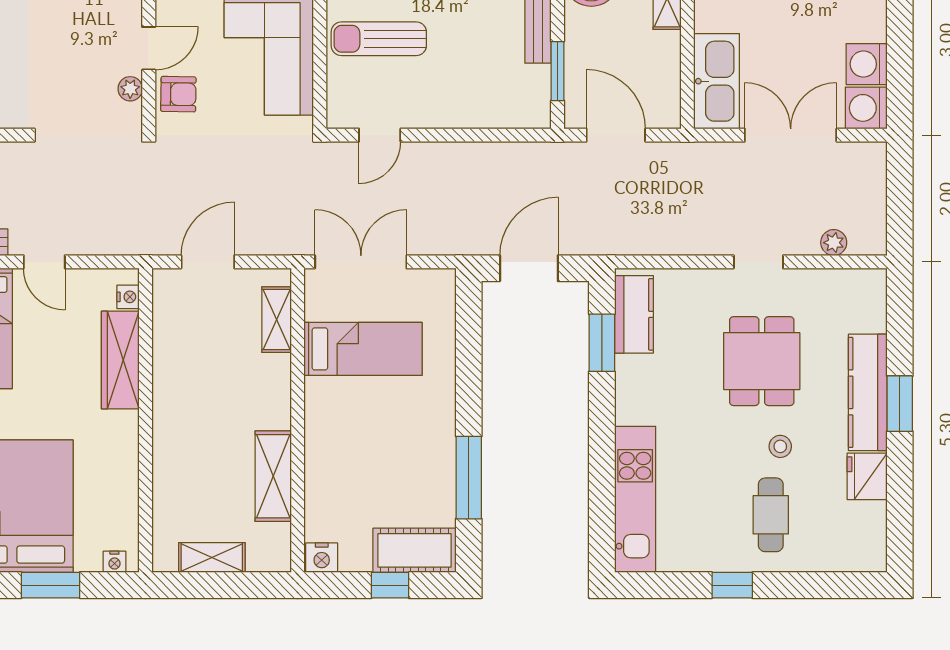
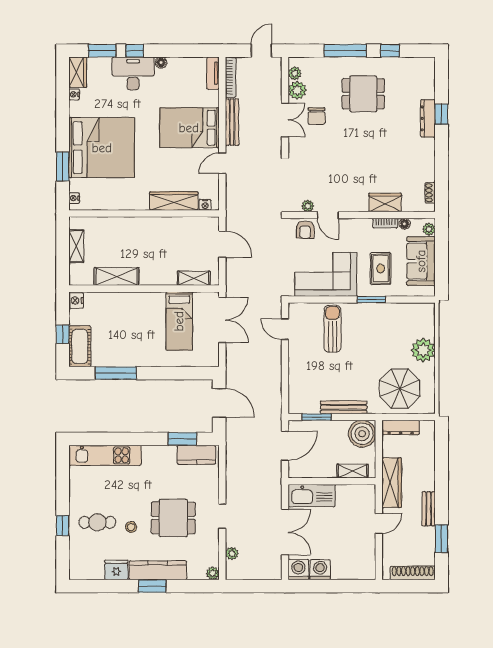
plant: (874, 281) -> (213, 573), added
window: (732, 585) -> (63, 526), moved

